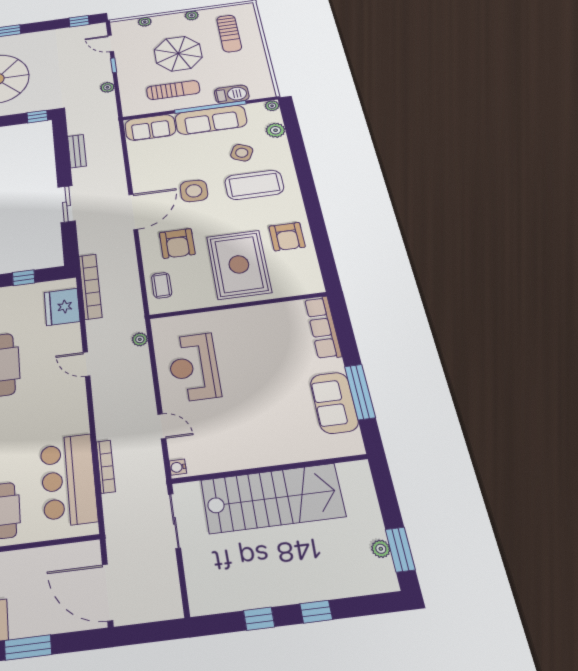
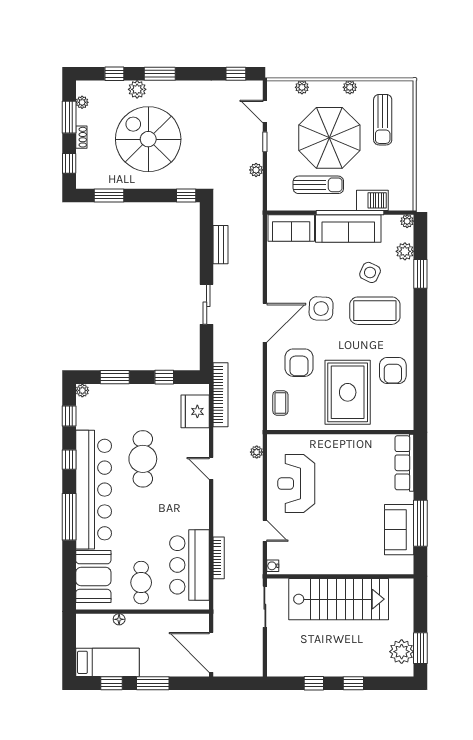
parasol: (178, 54) -> (329, 138), width x1.36, depth x1.36
window: (297, 147) -> (420, 274), added
plant: (381, 549) -> (402, 652), width x1.88, depth x1.88

